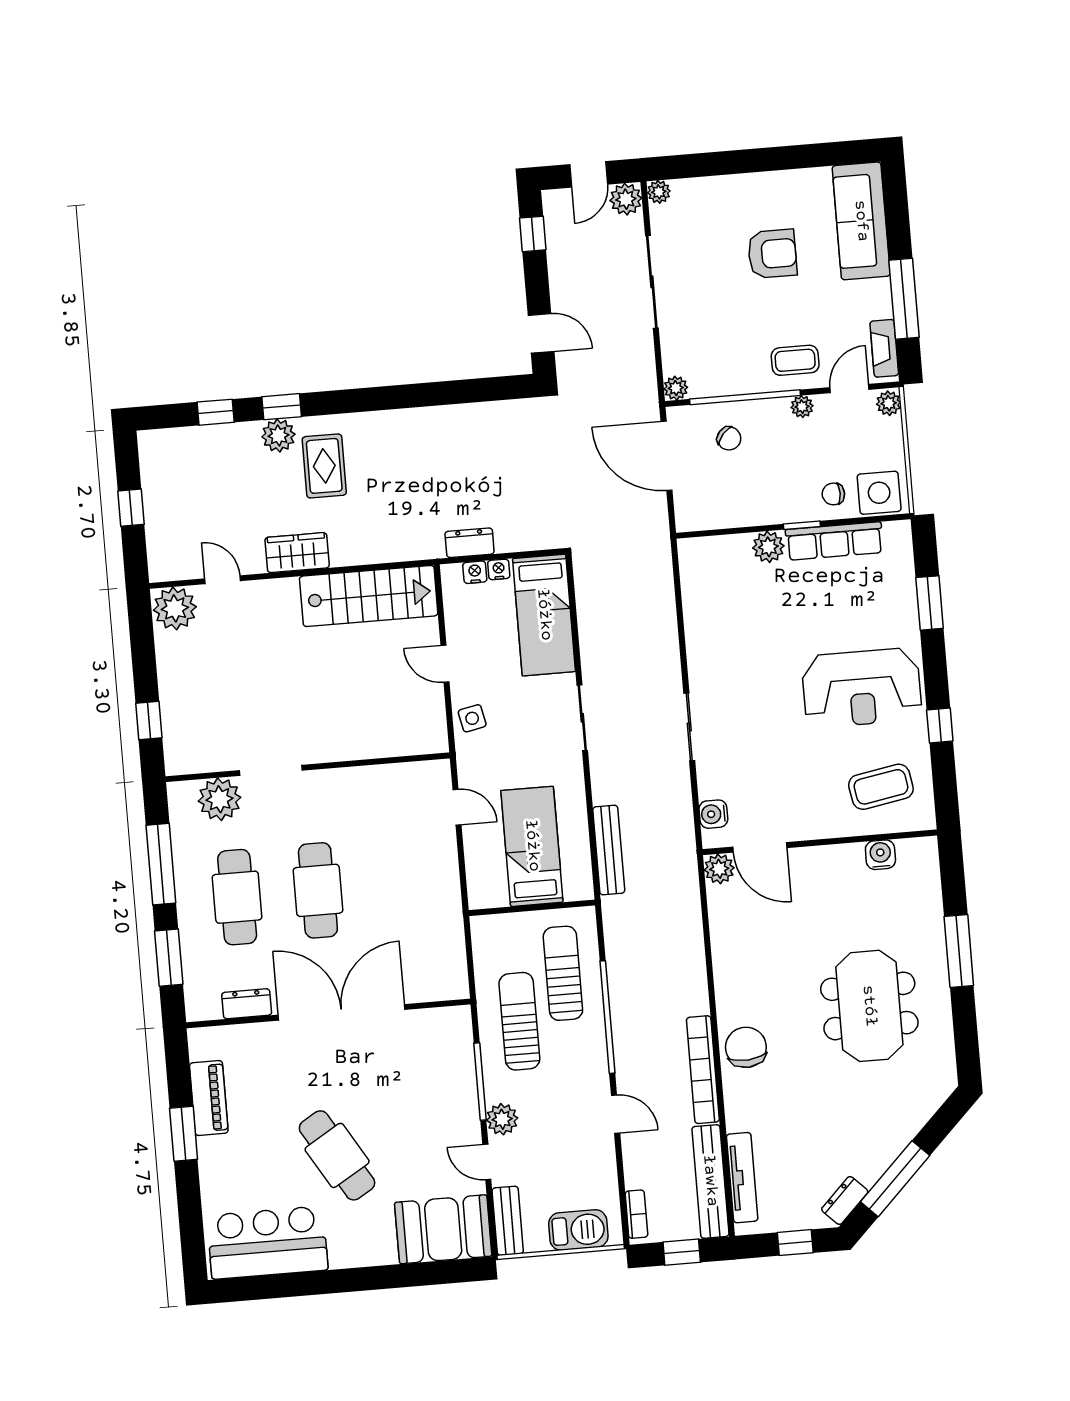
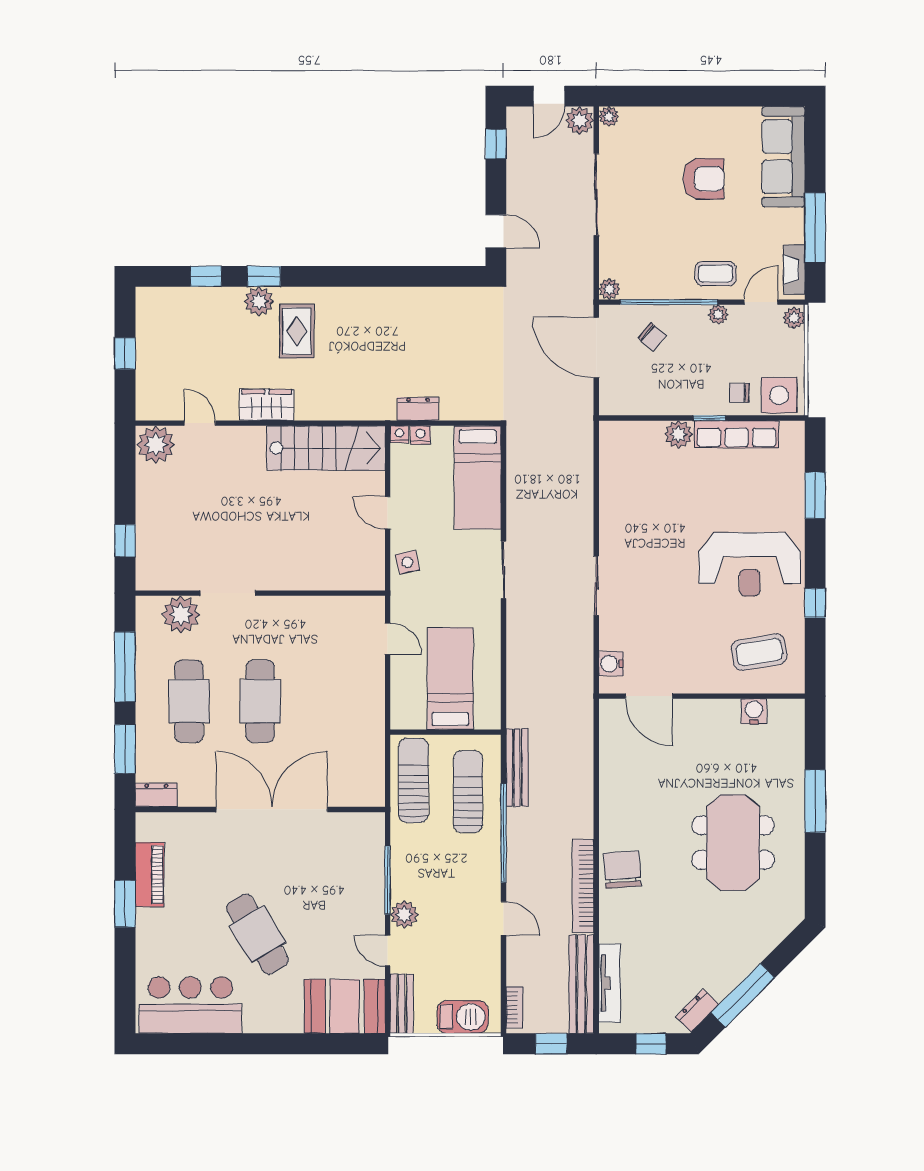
nightstand: (499, 569) -> (399, 434), moved
bench: (609, 850) -> (517, 768), moved
plant: (719, 869) -> (612, 712), removed
dresser: (247, 1004) -> (156, 795), moved
sun lounger: (519, 1021) -> (413, 780), moved

